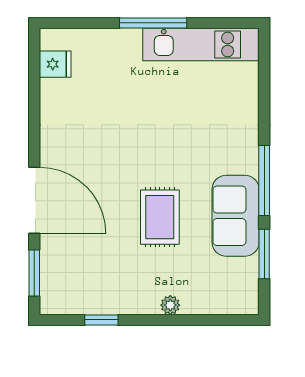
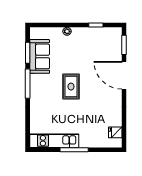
sofa: (236, 216) -> (40, 56), moved
rug: (160, 217) -> (71, 87), moved

